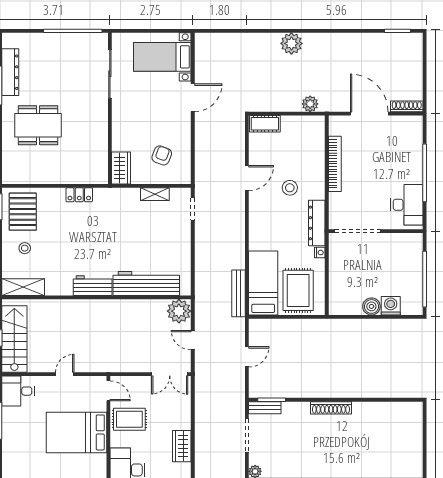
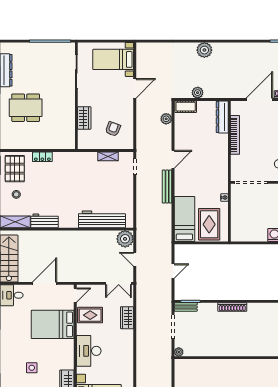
plant: (310, 104) -> (198, 93), moved
door: (369, 114) -> (259, 100), hinge flipped
plant: (237, 141) -> (166, 119), added
wardrobe: (121, 168) -> (84, 118), moved
door: (247, 178) -> (173, 159), moved
stool: (290, 188) -> (203, 152), removed
locker: (79, 195) -> (42, 157), moved
dresser: (317, 223) -> (222, 117), moved
workbench: (93, 286) -> (45, 221), moved
bench: (239, 293) -> (167, 187), moved
boiler: (371, 306) -> (261, 236), removed
door: (65, 374) -> (44, 283), width x1.88
door: (108, 391) -> (75, 295), hinge flipped
wardrobe: (182, 446) -> (127, 318), moved

